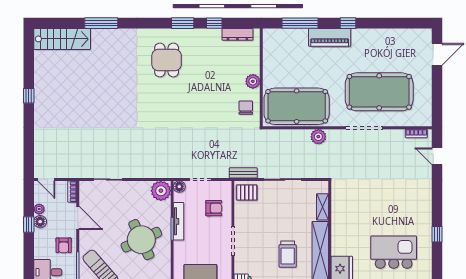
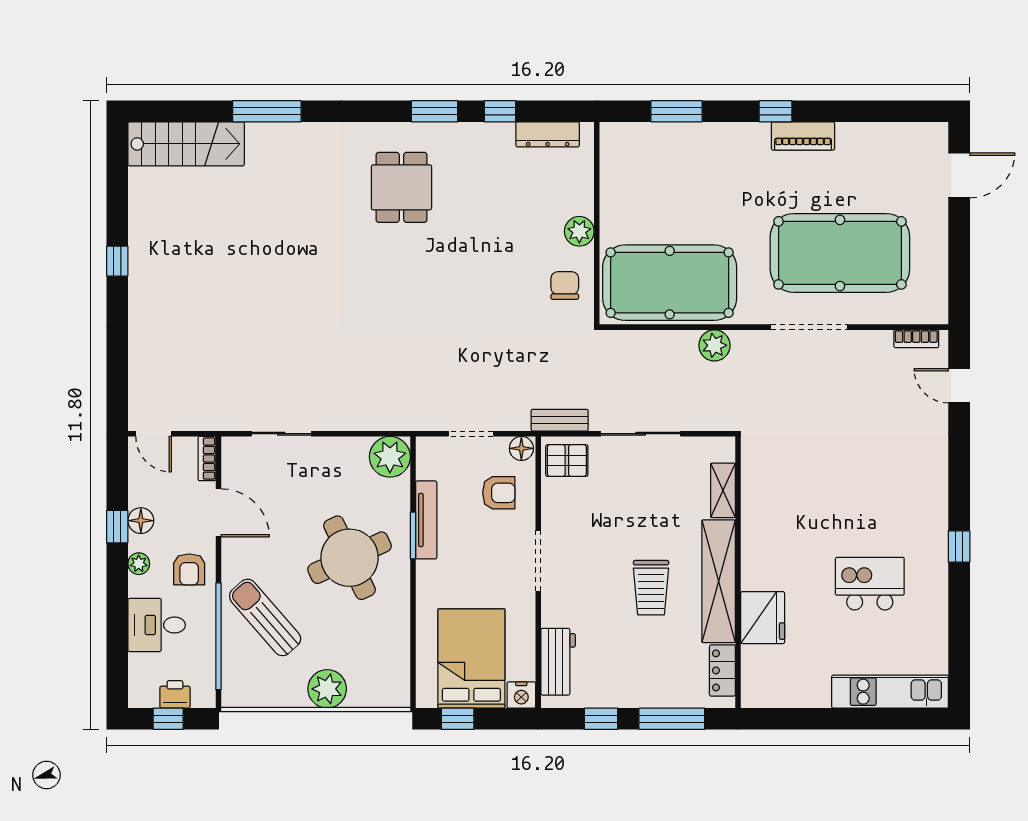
window: (300, 23) -> (677, 111), width x0.69
piano: (330, 37) -> (803, 136), moved, width x0.73, depth x0.75
floor lamp: (179, 187) -> (521, 448), moved
plant: (39, 209) -> (139, 564), moved
kitchen island: (394, 252) -> (870, 584), width x0.73, depth x0.78

